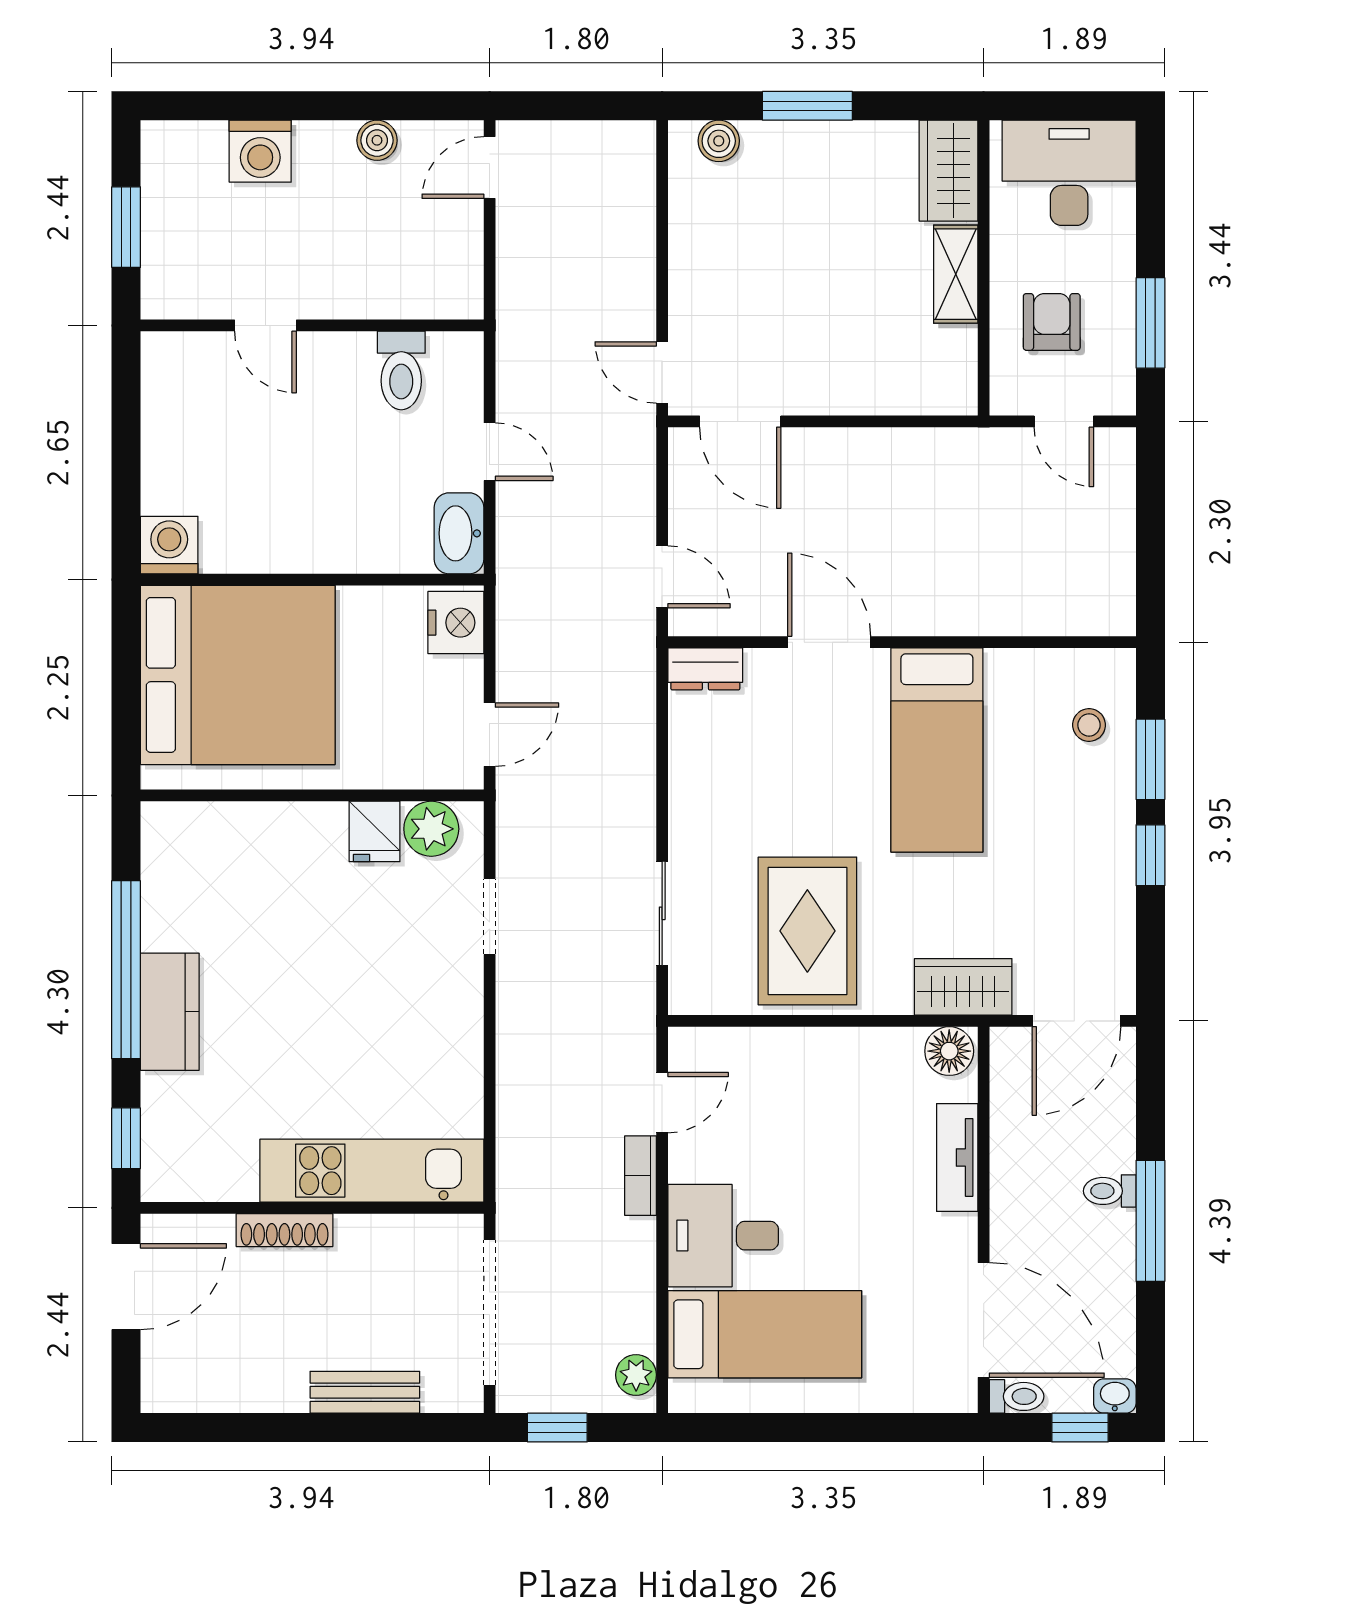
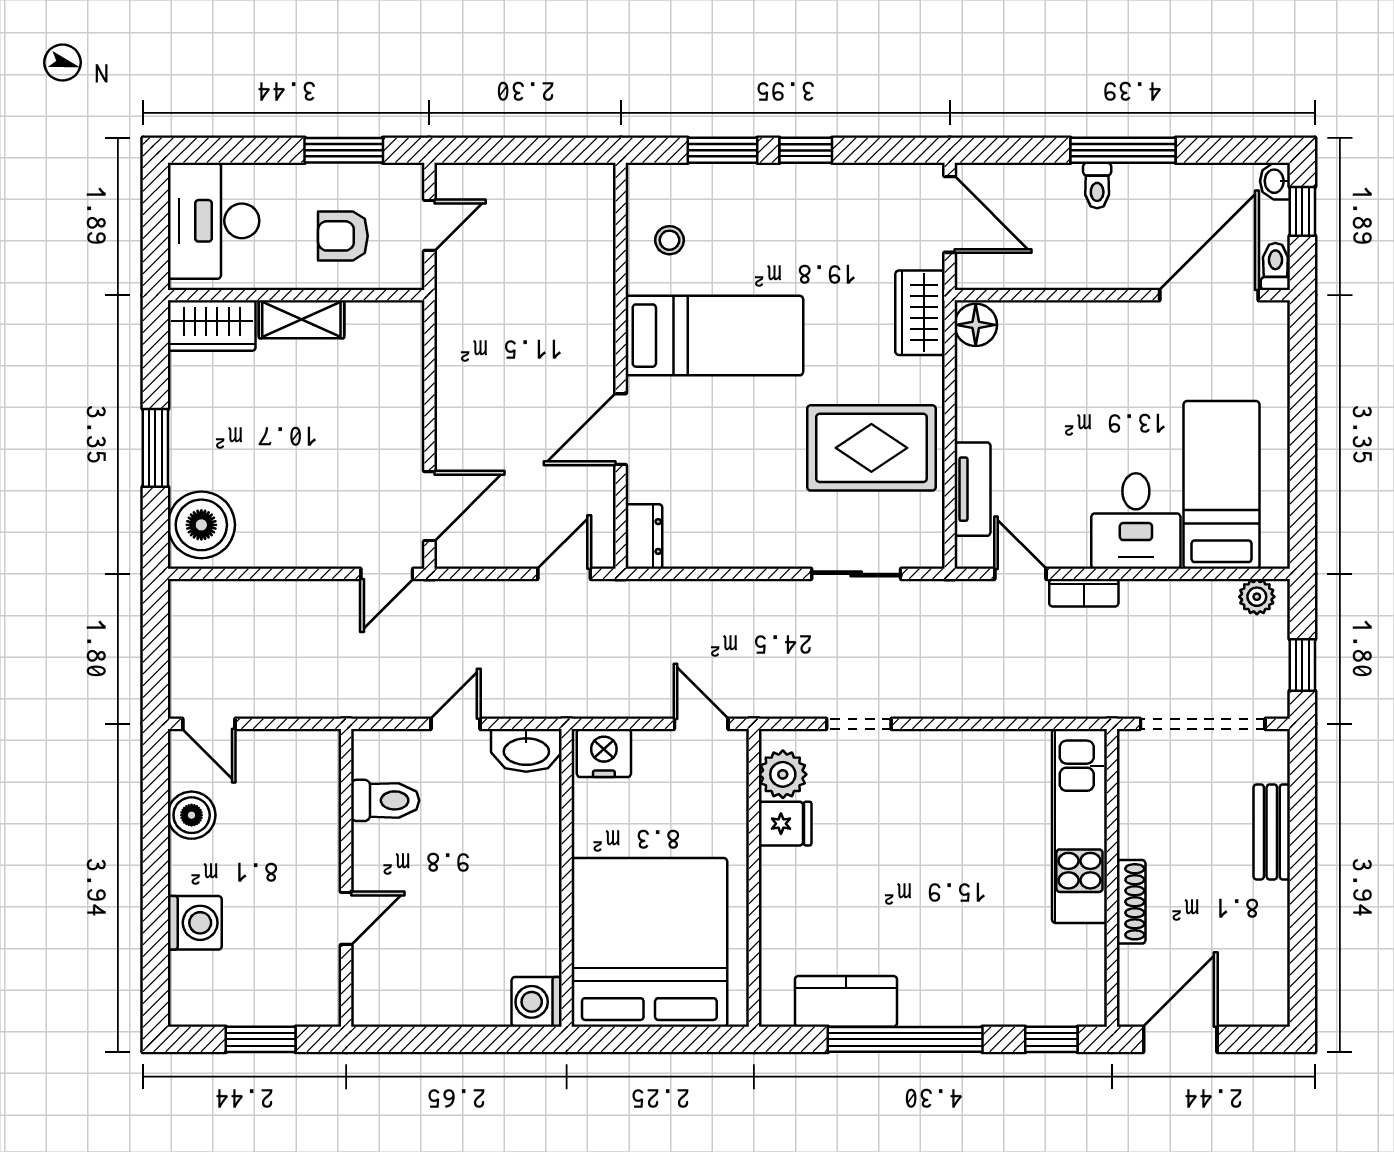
boiler: (377, 140) -> (192, 815), width x1.36, depth x1.36
boiler: (719, 141) -> (201, 525), width x1.86, depth x1.86
stool: (1089, 725) -> (669, 240), moved
kitchen counter: (170, 1012) -> (846, 1001), moved
tv unit: (957, 1157) -> (972, 489), moved, turned -90
door: (126, 1287) -> (1180, 1039), hinge flipped

